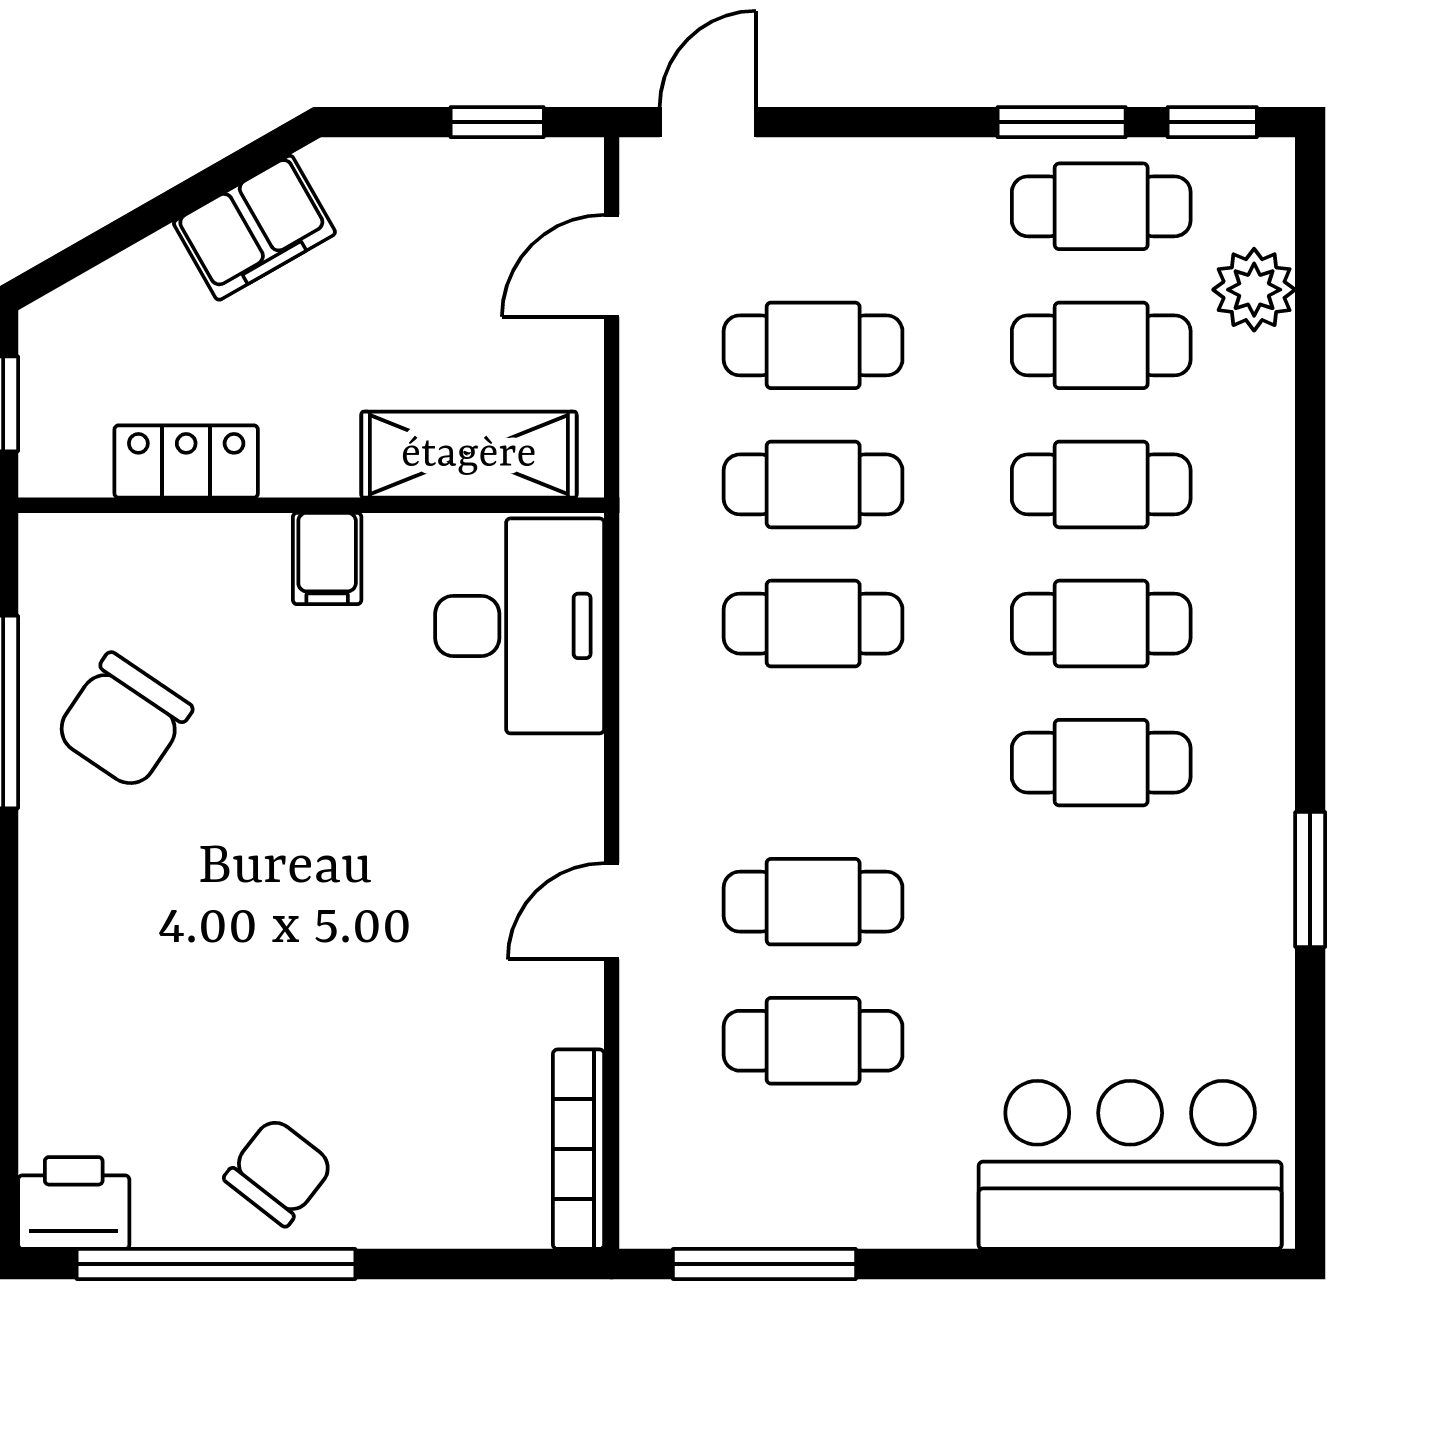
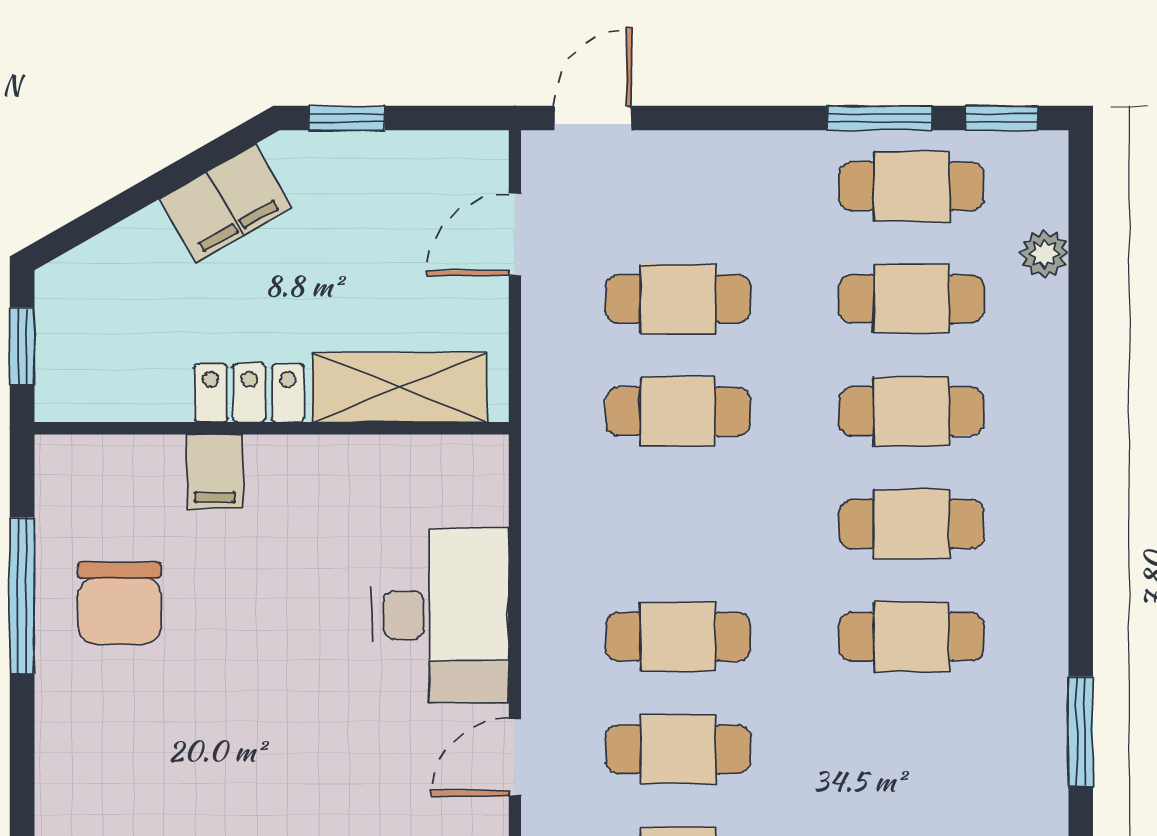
window: (497, 122) -> (347, 118), moved
plant: (1254, 290) -> (1044, 254), width x0.73, depth x0.73
locker: (186, 461) -> (249, 393), moved
filing cabinet: (327, 558) -> (215, 471), moved
cafe table: (813, 624) -> (678, 637), moved
desk: (520, 626) -> (440, 615), moved
chair: (123, 721) -> (120, 603), turned -34

